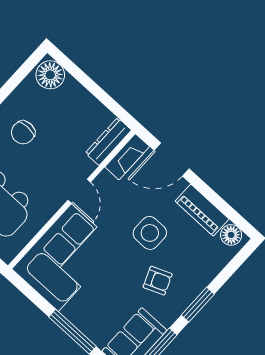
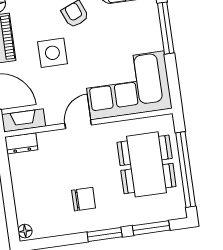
floor lamp: (50, 75) -> (25, 231), width x0.53, depth x0.53
dresser: (108, 141) -> (21, 143), width x0.70

